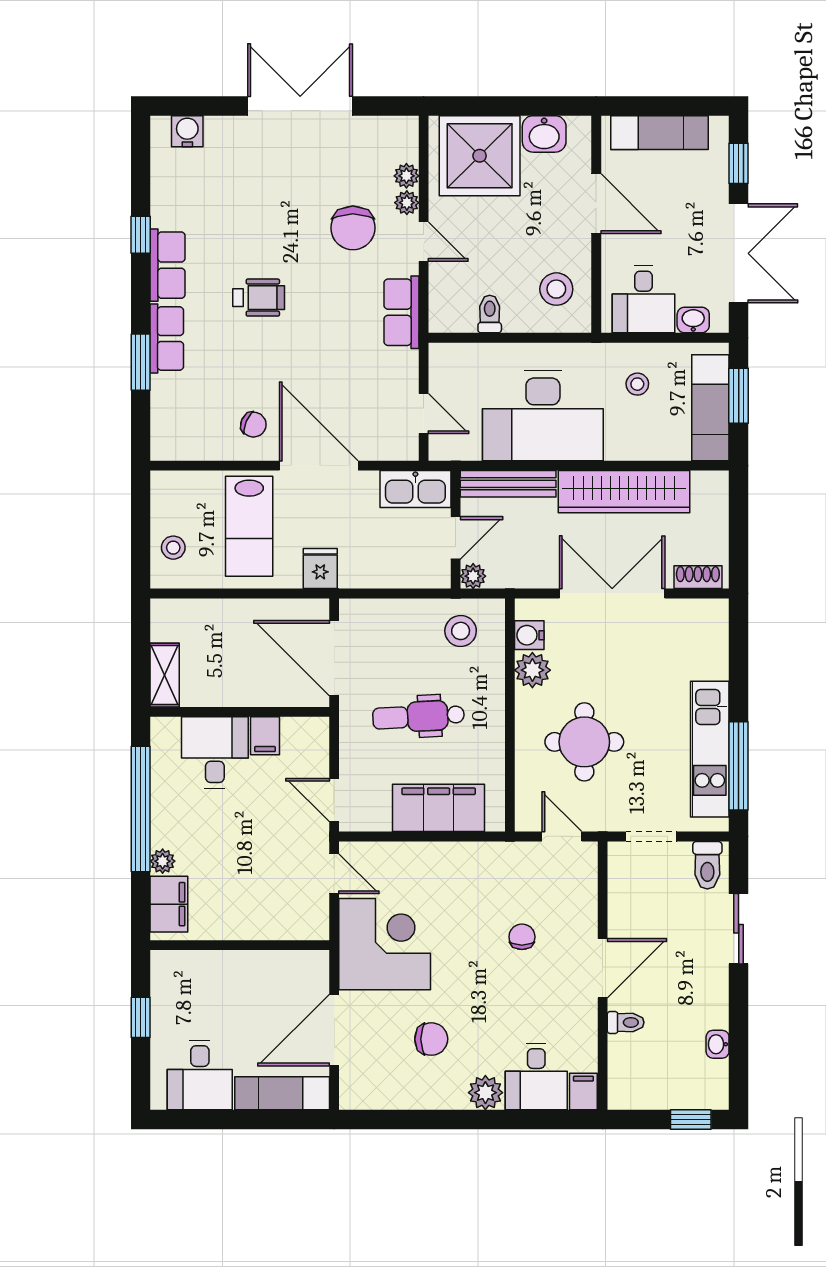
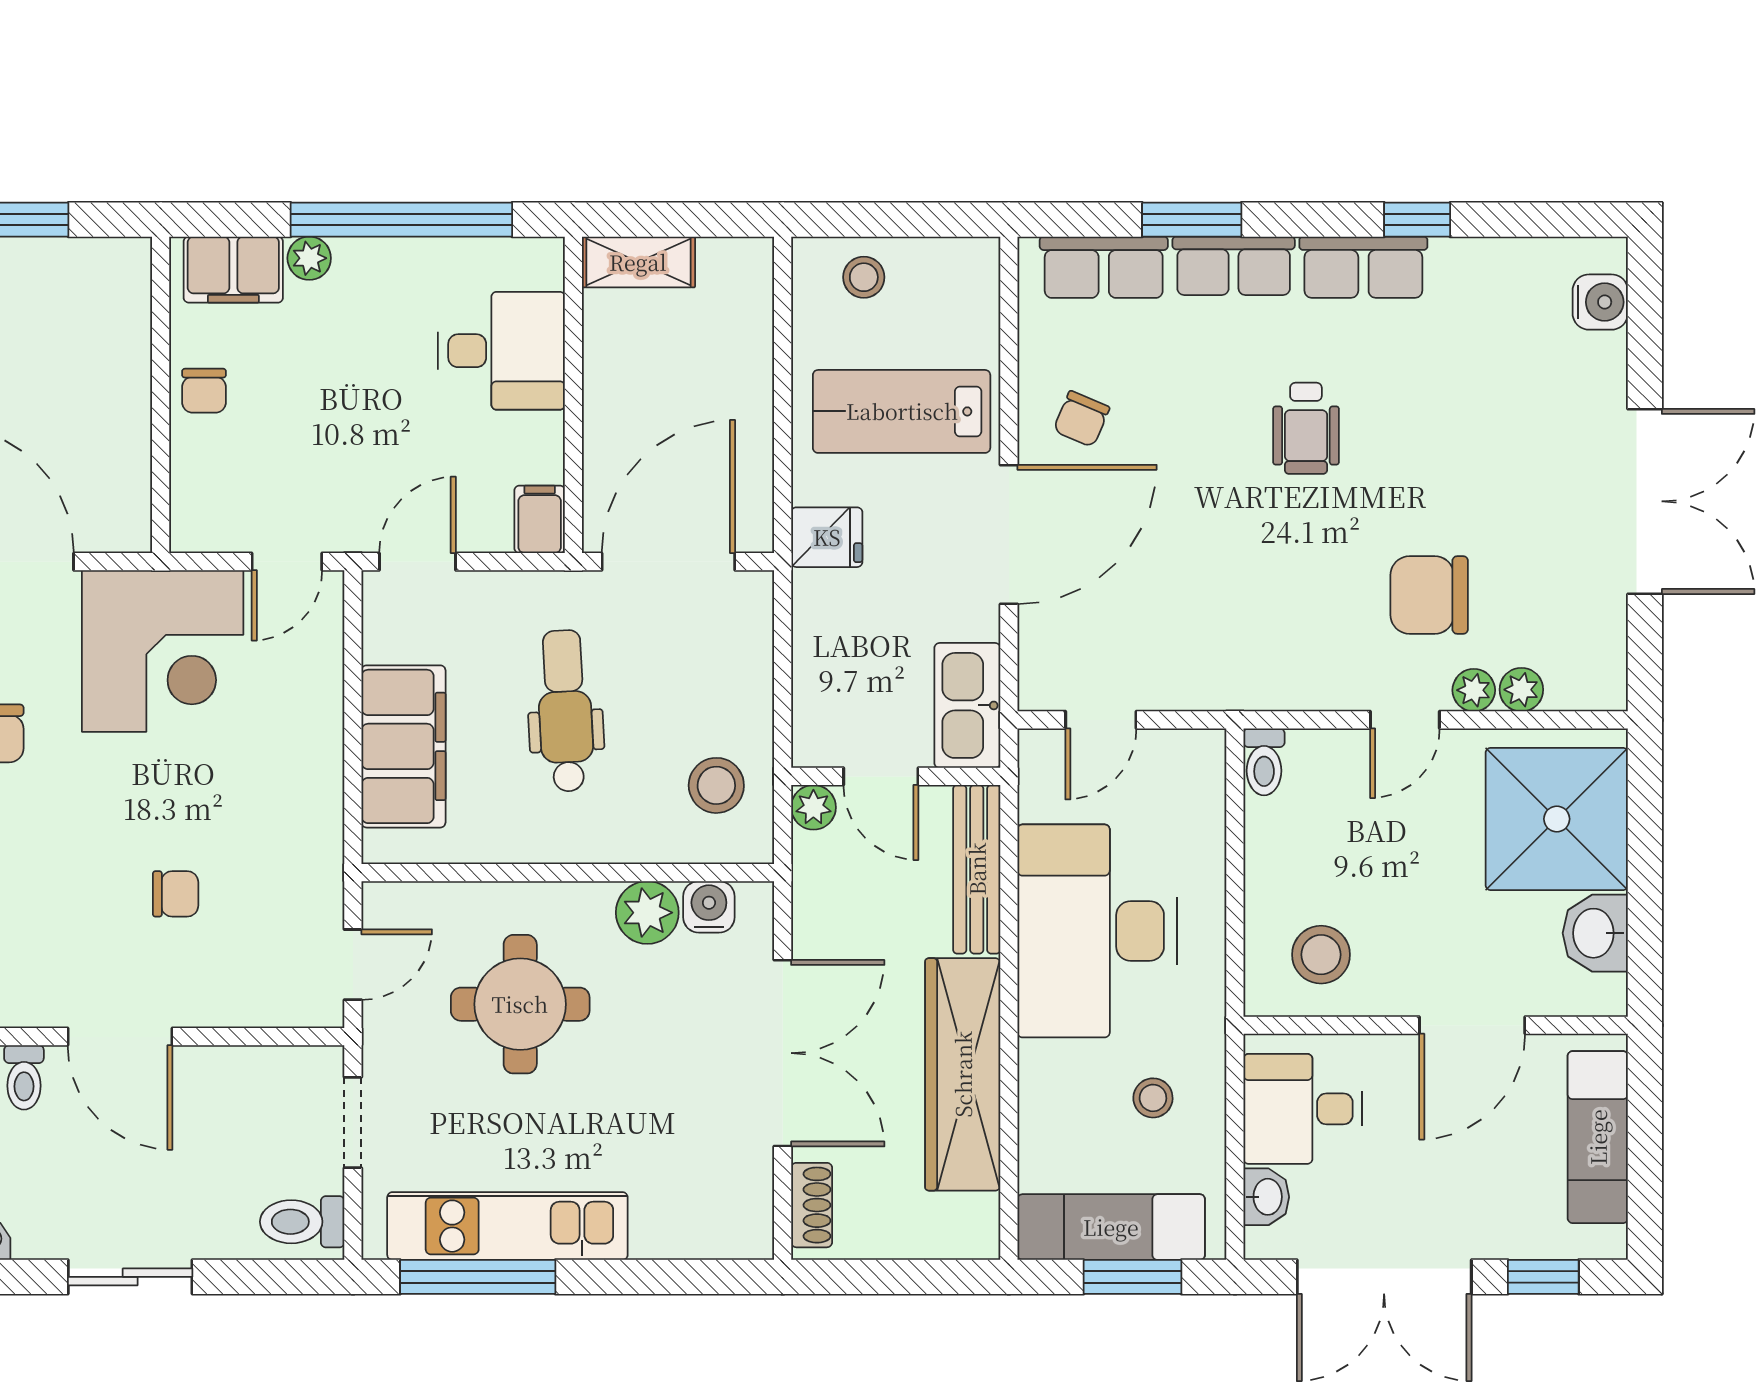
row of seats: (401, 312) -> (1104, 267), moved, turned 180
toilet: (490, 314) -> (1264, 762), moved, turned 90
filing cabinet: (265, 736) -> (540, 519), moved, turned 90
chair: (237, 921) -> (204, 391), added
sliding door: (739, 929) -> (130, 1277), moved

